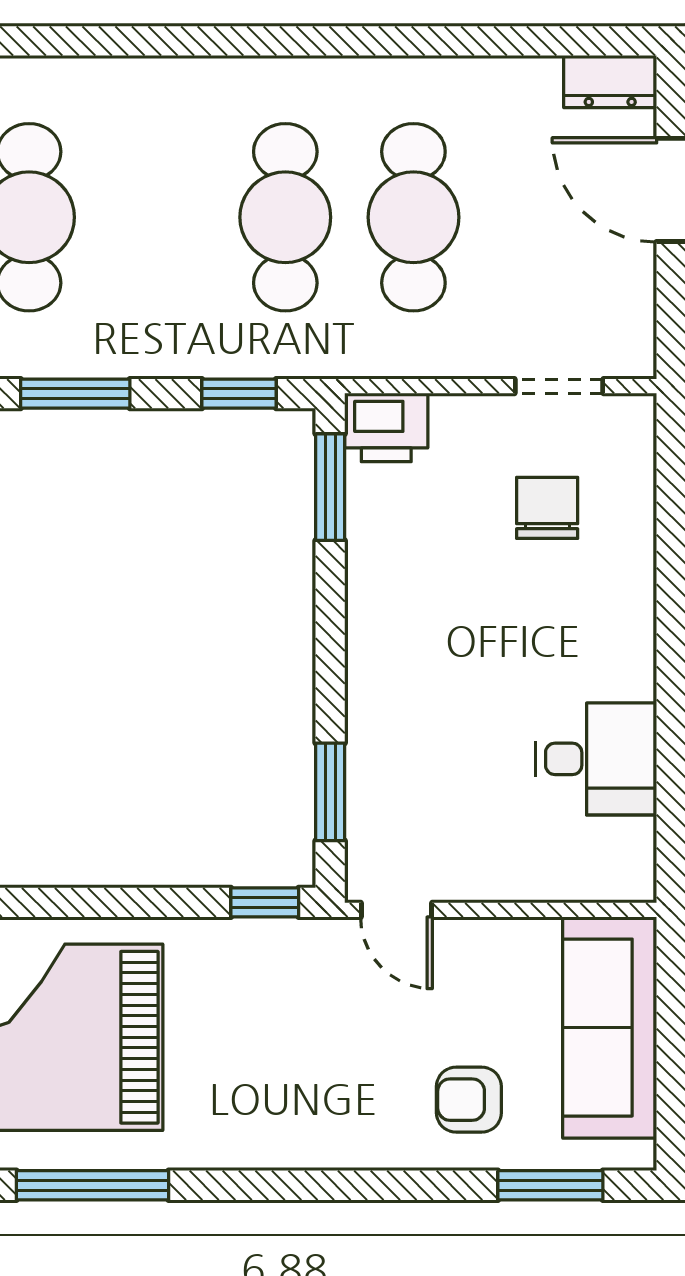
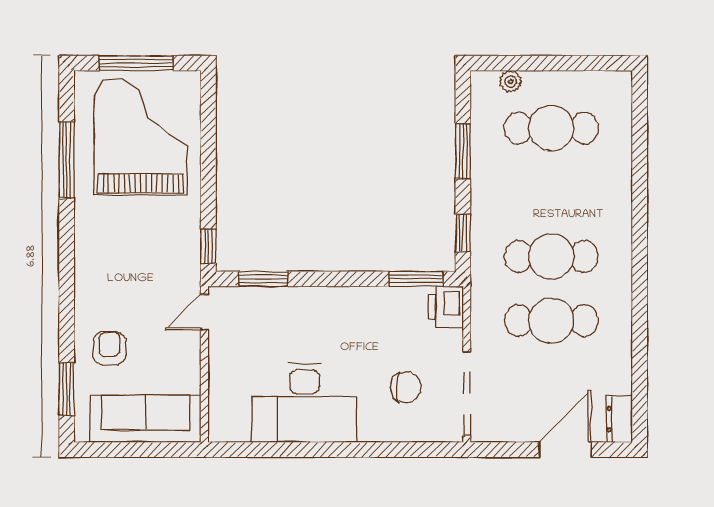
doorway: (559, 386) -> (467, 393), width x1.88
desk: (596, 759) -> (305, 403), width x1.87, depth x1.30

